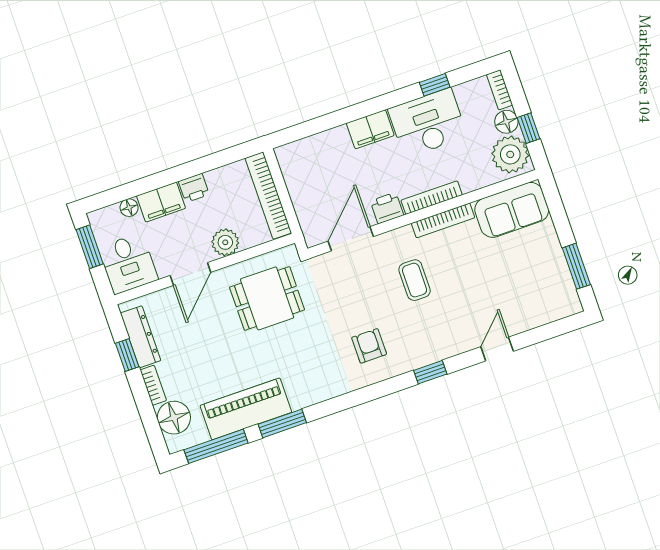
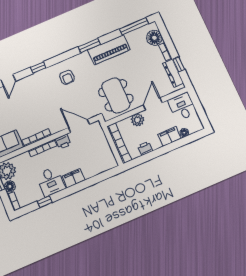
desk: (428, 123) -> (51, 181), width x0.73
printer: (194, 188) -> (145, 148), moved
door: (351, 239) -> (79, 126), swing flipped
window: (90, 247) -> (201, 113), removed
coffee table: (415, 280) -> (48, 109), removed
dining table: (267, 298) -> (116, 95), width x1.38
piano: (246, 409) -> (109, 50), moved
window: (282, 423) -> (89, 46), moved

